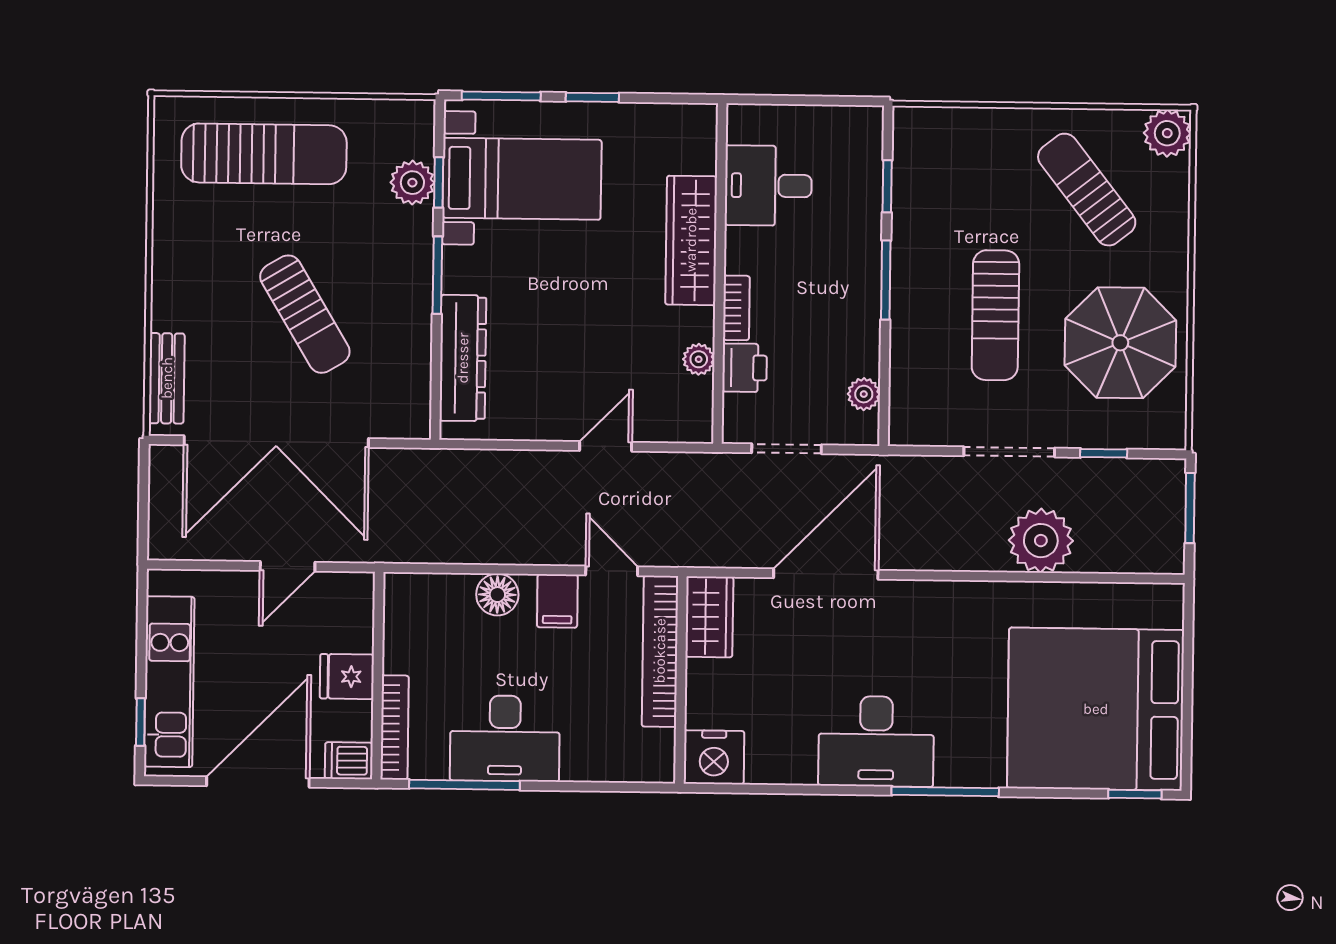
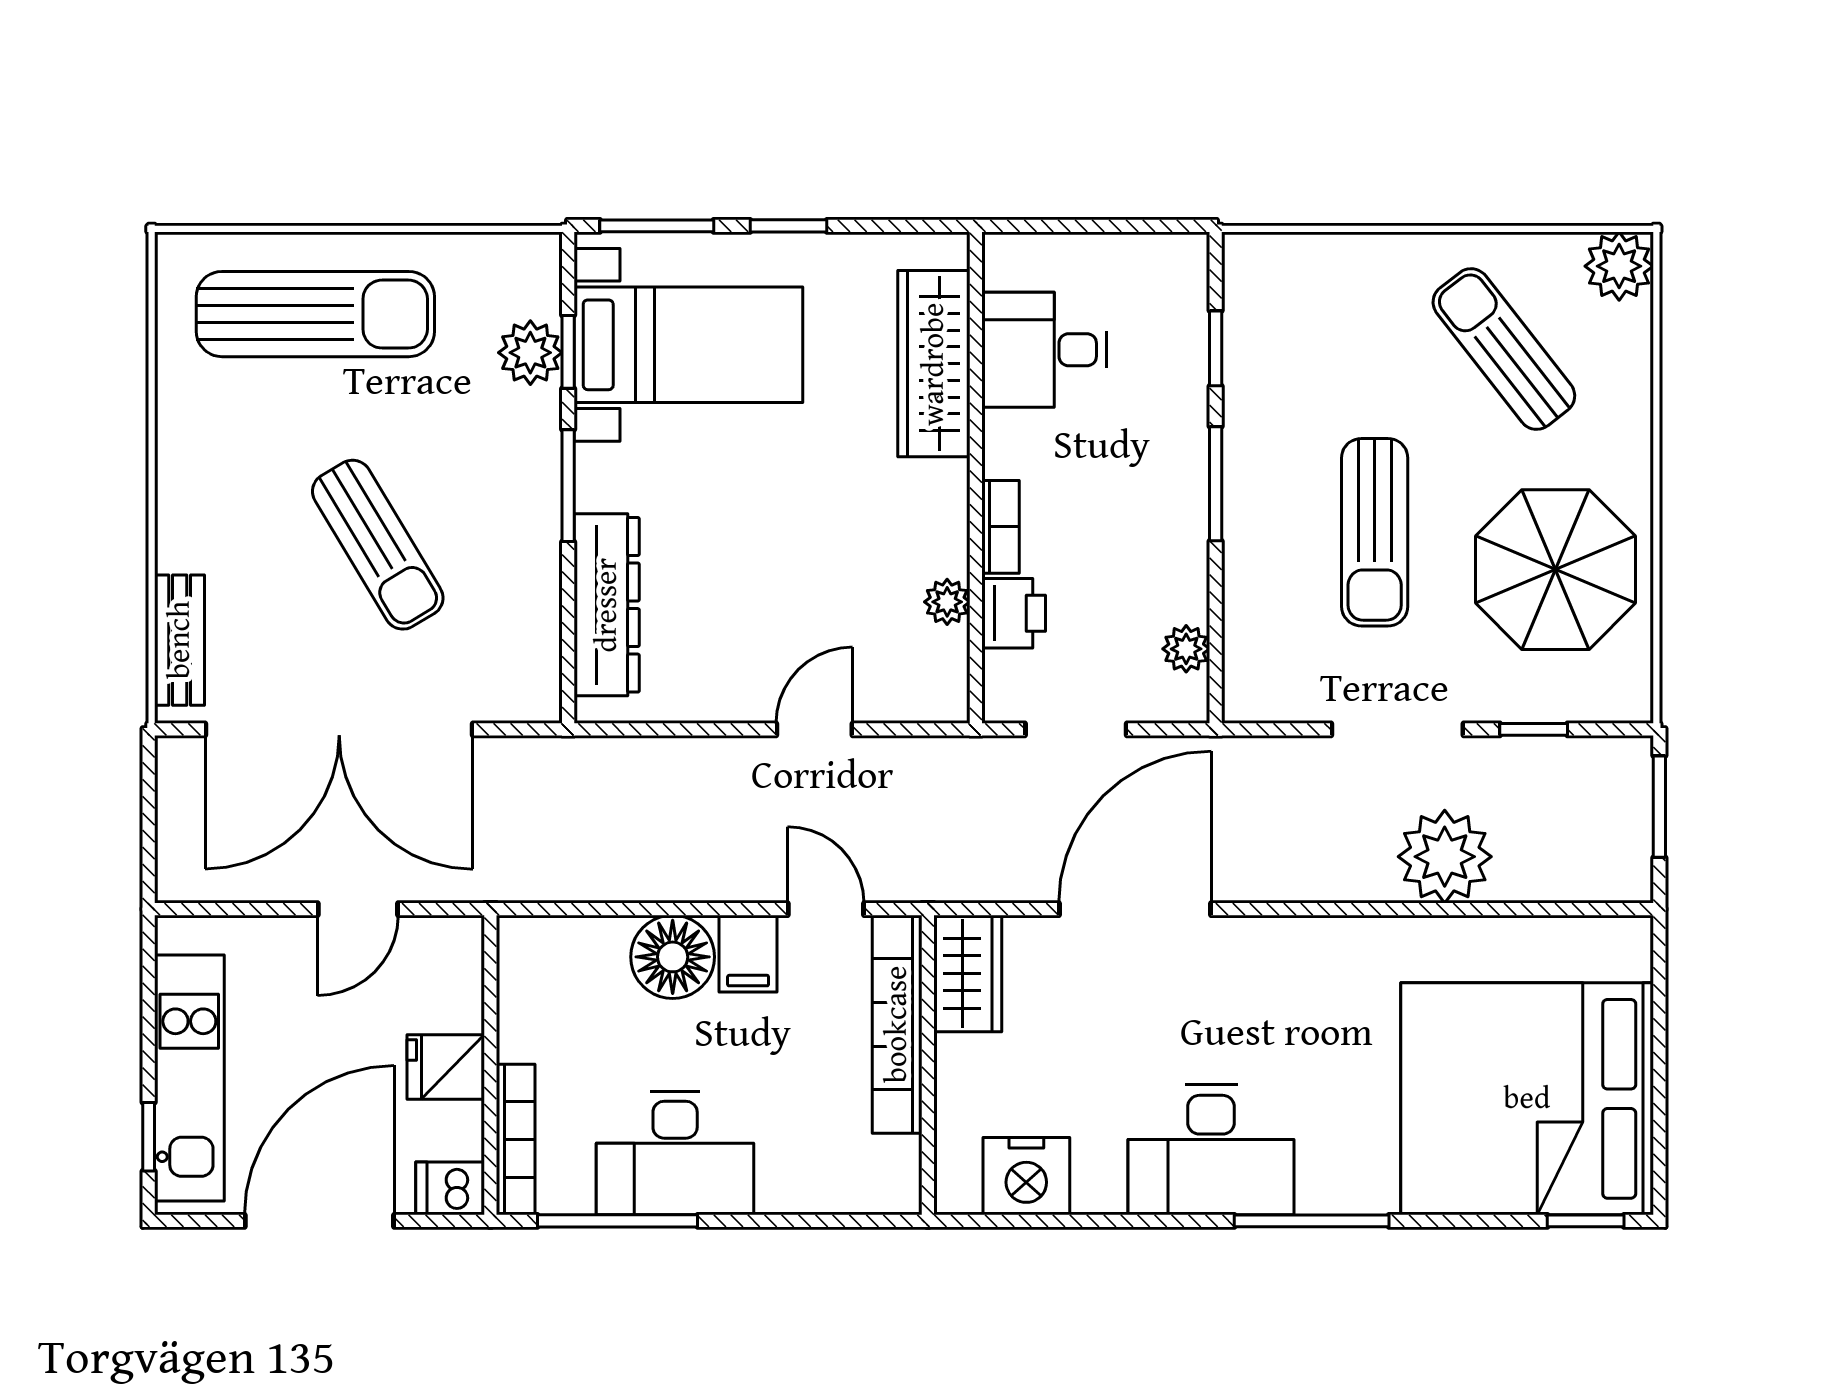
wardrobe: (691, 240) -> (934, 364), moved
floor lamp: (497, 595) -> (673, 957), width x1.38, depth x1.38
nightstand: (714, 757) -> (1026, 1176), moved

